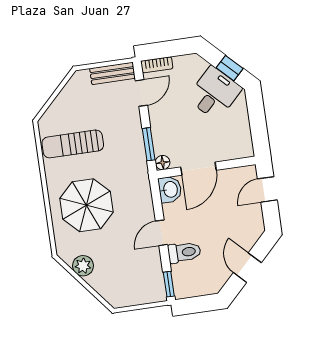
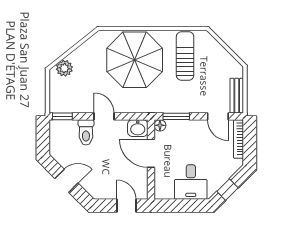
bookcase: (157, 65) -> (238, 139), width x1.56
desk: (214, 93) -> (191, 182), moved, turned 45
parasol: (86, 205) -> (135, 60), width x1.36, depth x1.36
plant: (83, 266) -> (64, 68), moved

